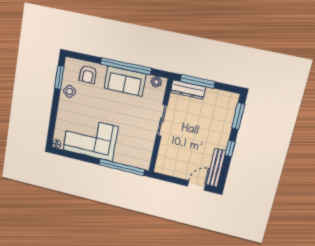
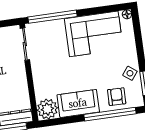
window: (126, 66) -> (110, 114), moved
plant: (156, 82) -> (47, 109), width x1.88, depth x1.88
sliding door: (162, 120) -> (25, 44), moved

